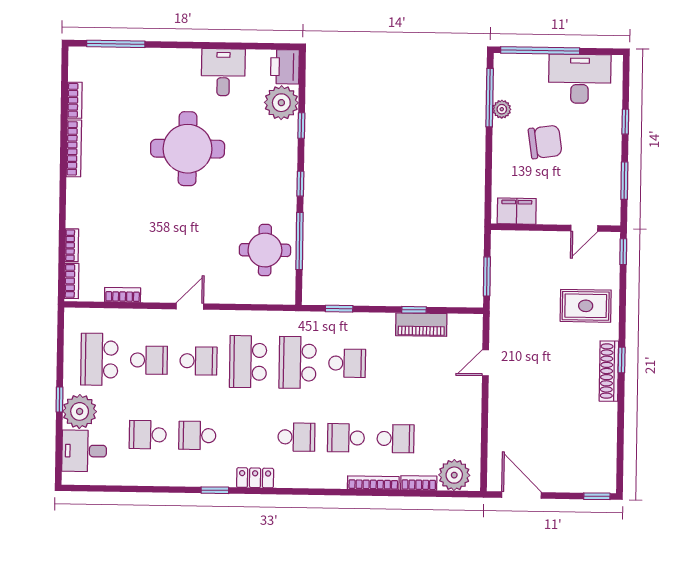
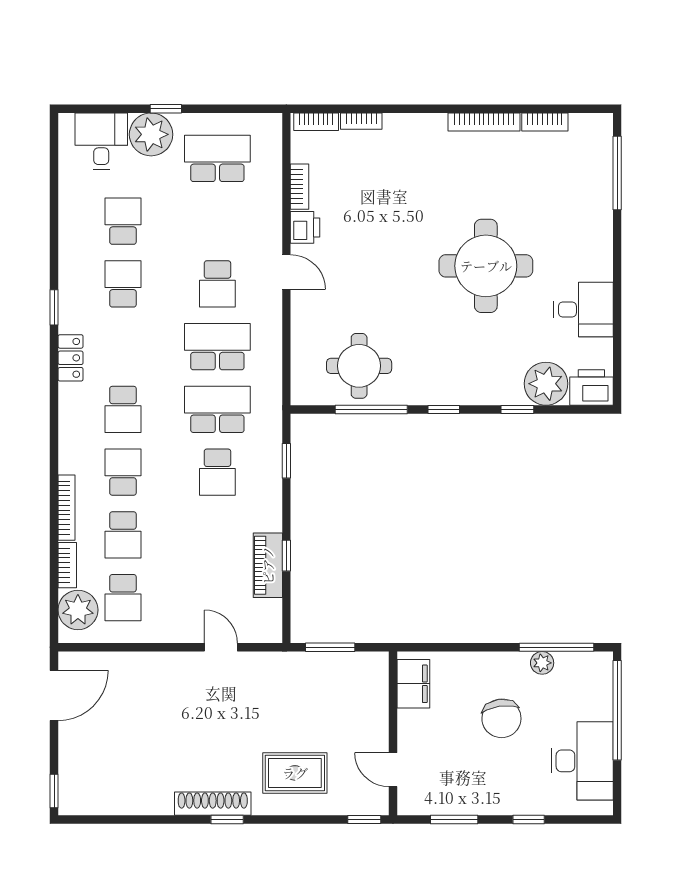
printer: (155, 291) -> (305, 227), added
rug: (586, 306) -> (295, 773), turned 90
school desk: (149, 360) -> (123, 598), moved

